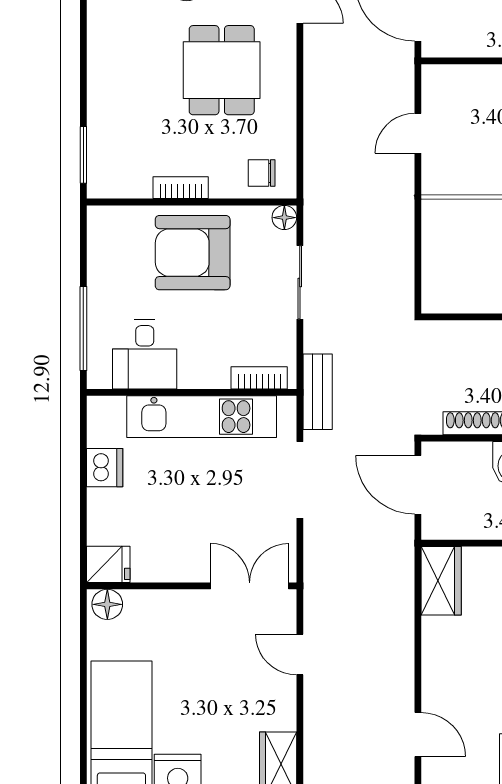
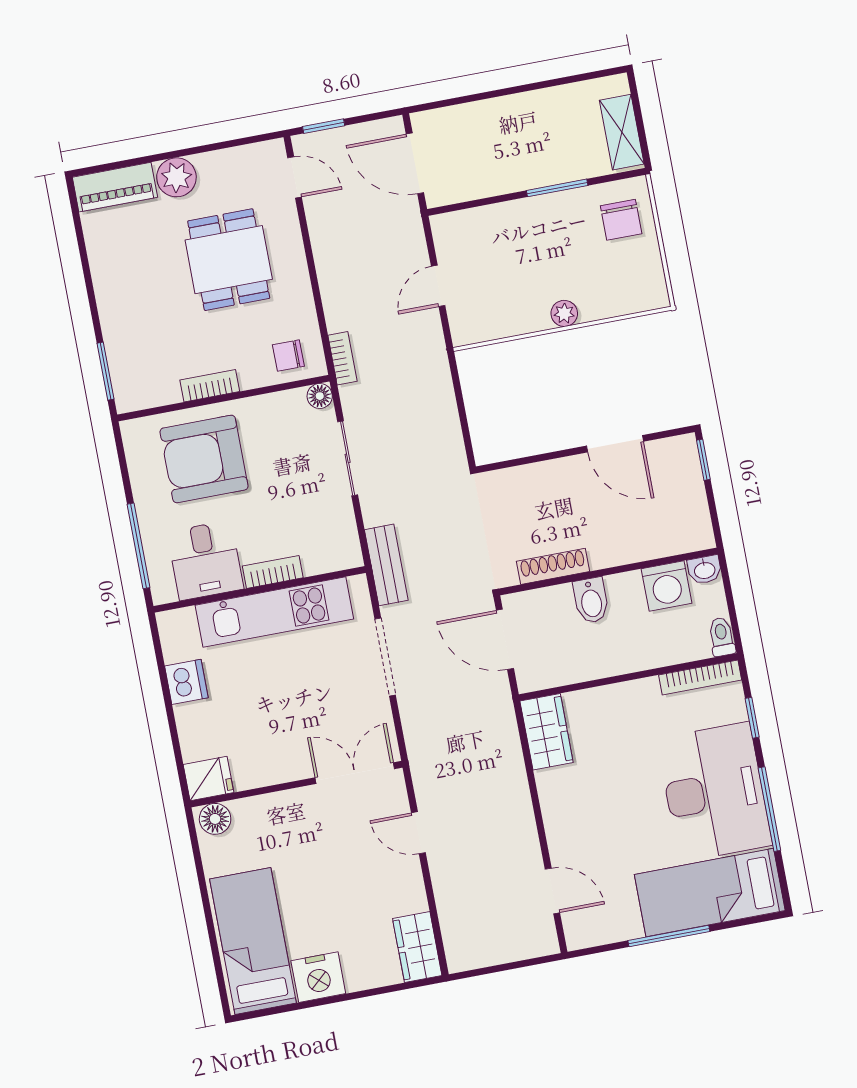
bookcase: (313, 185) -> (342, 358), added
armchair: (193, 253) -> (204, 459), moved
bookcase: (259, 378) -> (273, 572), moved

